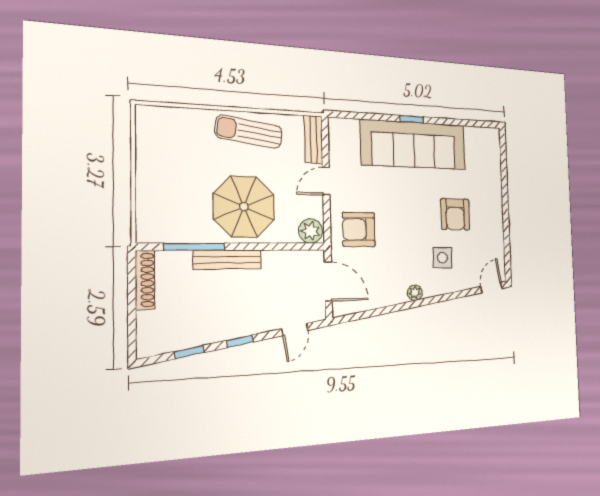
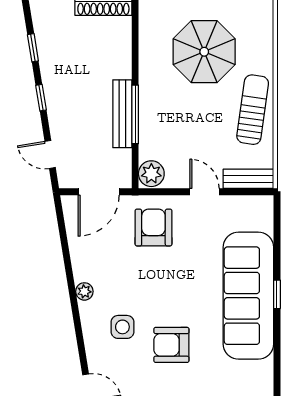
parasol: (244, 207) -> (204, 52), moved
window: (195, 247) -> (135, 114), moved
bench: (227, 260) -> (122, 114), moved

